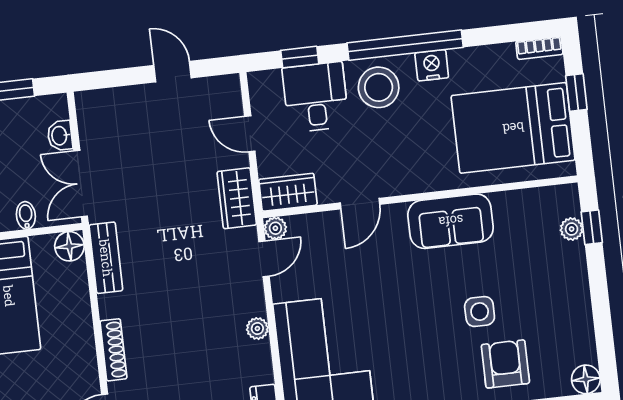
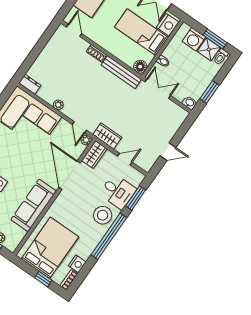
window: (300, 57) -> (136, 198), width x1.50
nightstand: (432, 65) -> (77, 264), moved
washbasin: (60, 136) -> (190, 103), moved
door: (360, 204) -> (70, 175), width x1.88
sofa: (451, 221) -> (34, 205), width x1.36
bench: (106, 258) -> (121, 72), width x1.36
shoe rack: (113, 350) -> (96, 53), width x0.70

